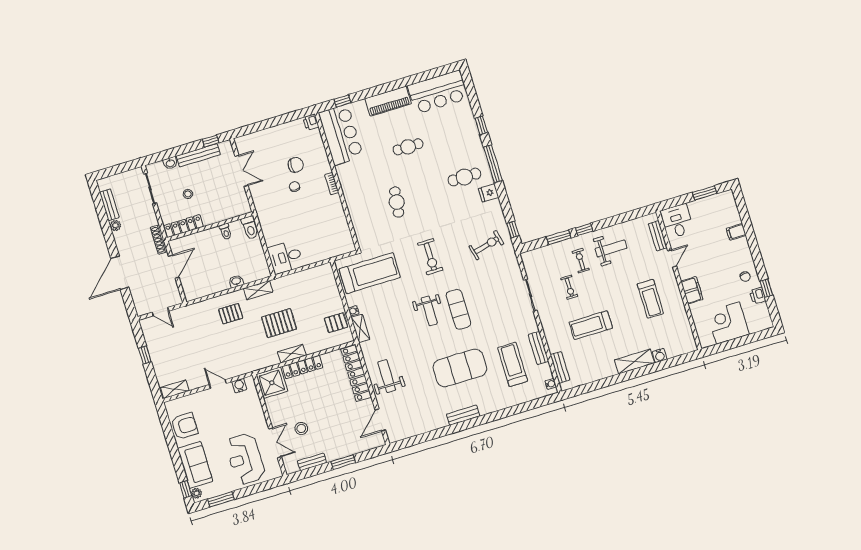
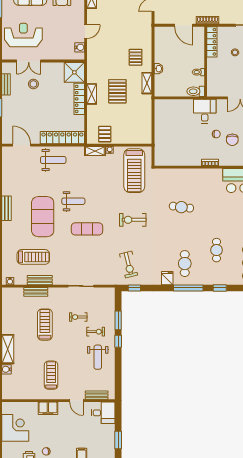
cafe table: (408, 147) -> (217, 250), moved
desk: (285, 257) -> (205, 111), moved
treadmill: (650, 299) -> (51, 375), turned 90
weight bench: (429, 311) -> (73, 201), moved, turned 180
bench: (560, 367) -> (36, 292), moved

